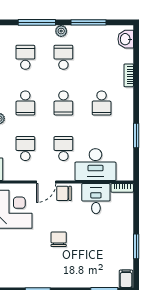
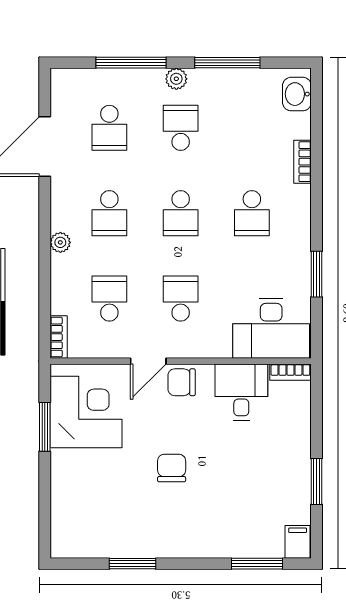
school desk: (25, 57) -> (109, 128), turned 180
desk: (95, 165) -> (271, 328), moved

